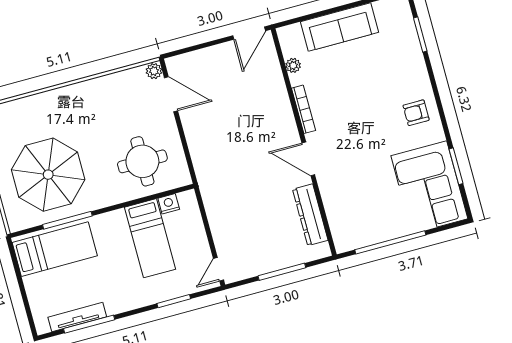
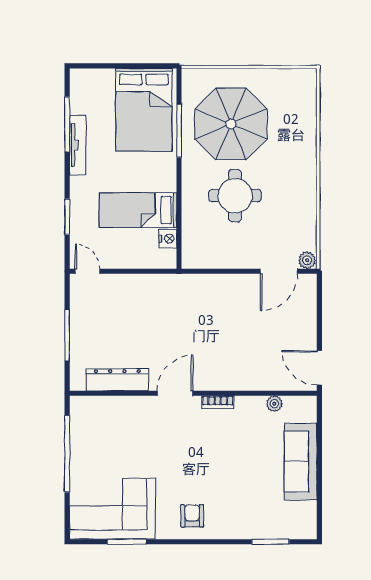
bookcase: (303, 109) -> (218, 402), width x0.64
round table: (142, 161) -> (235, 196), moved
bed: (55, 249) -> (144, 110), width x1.50
tv unit: (77, 317) -> (78, 145), moved

